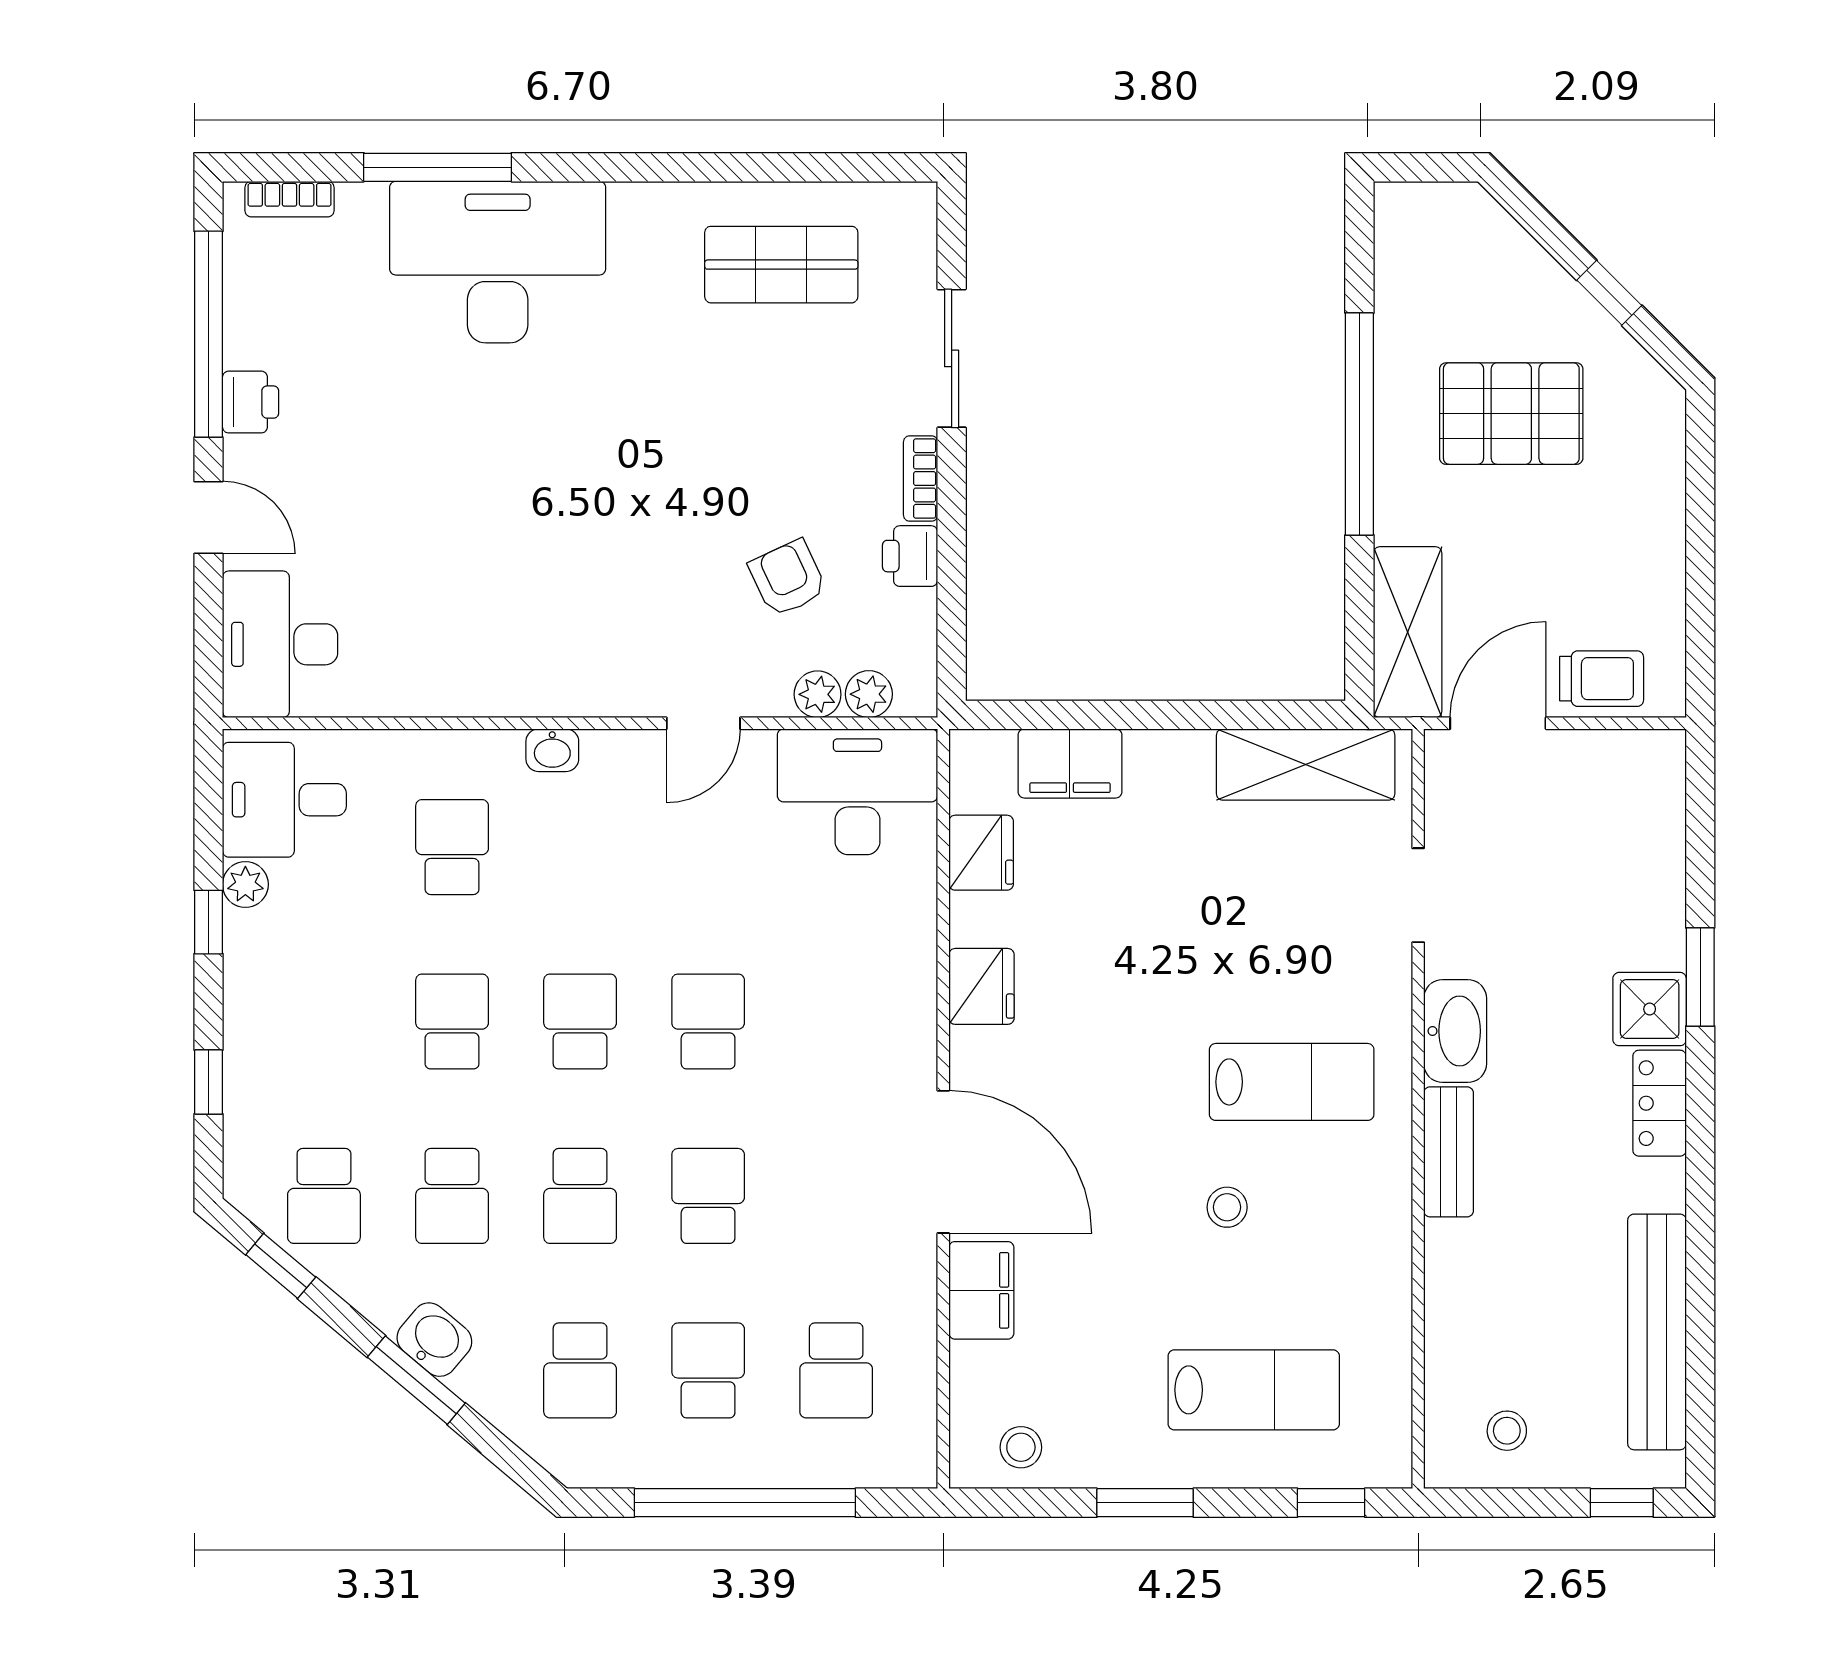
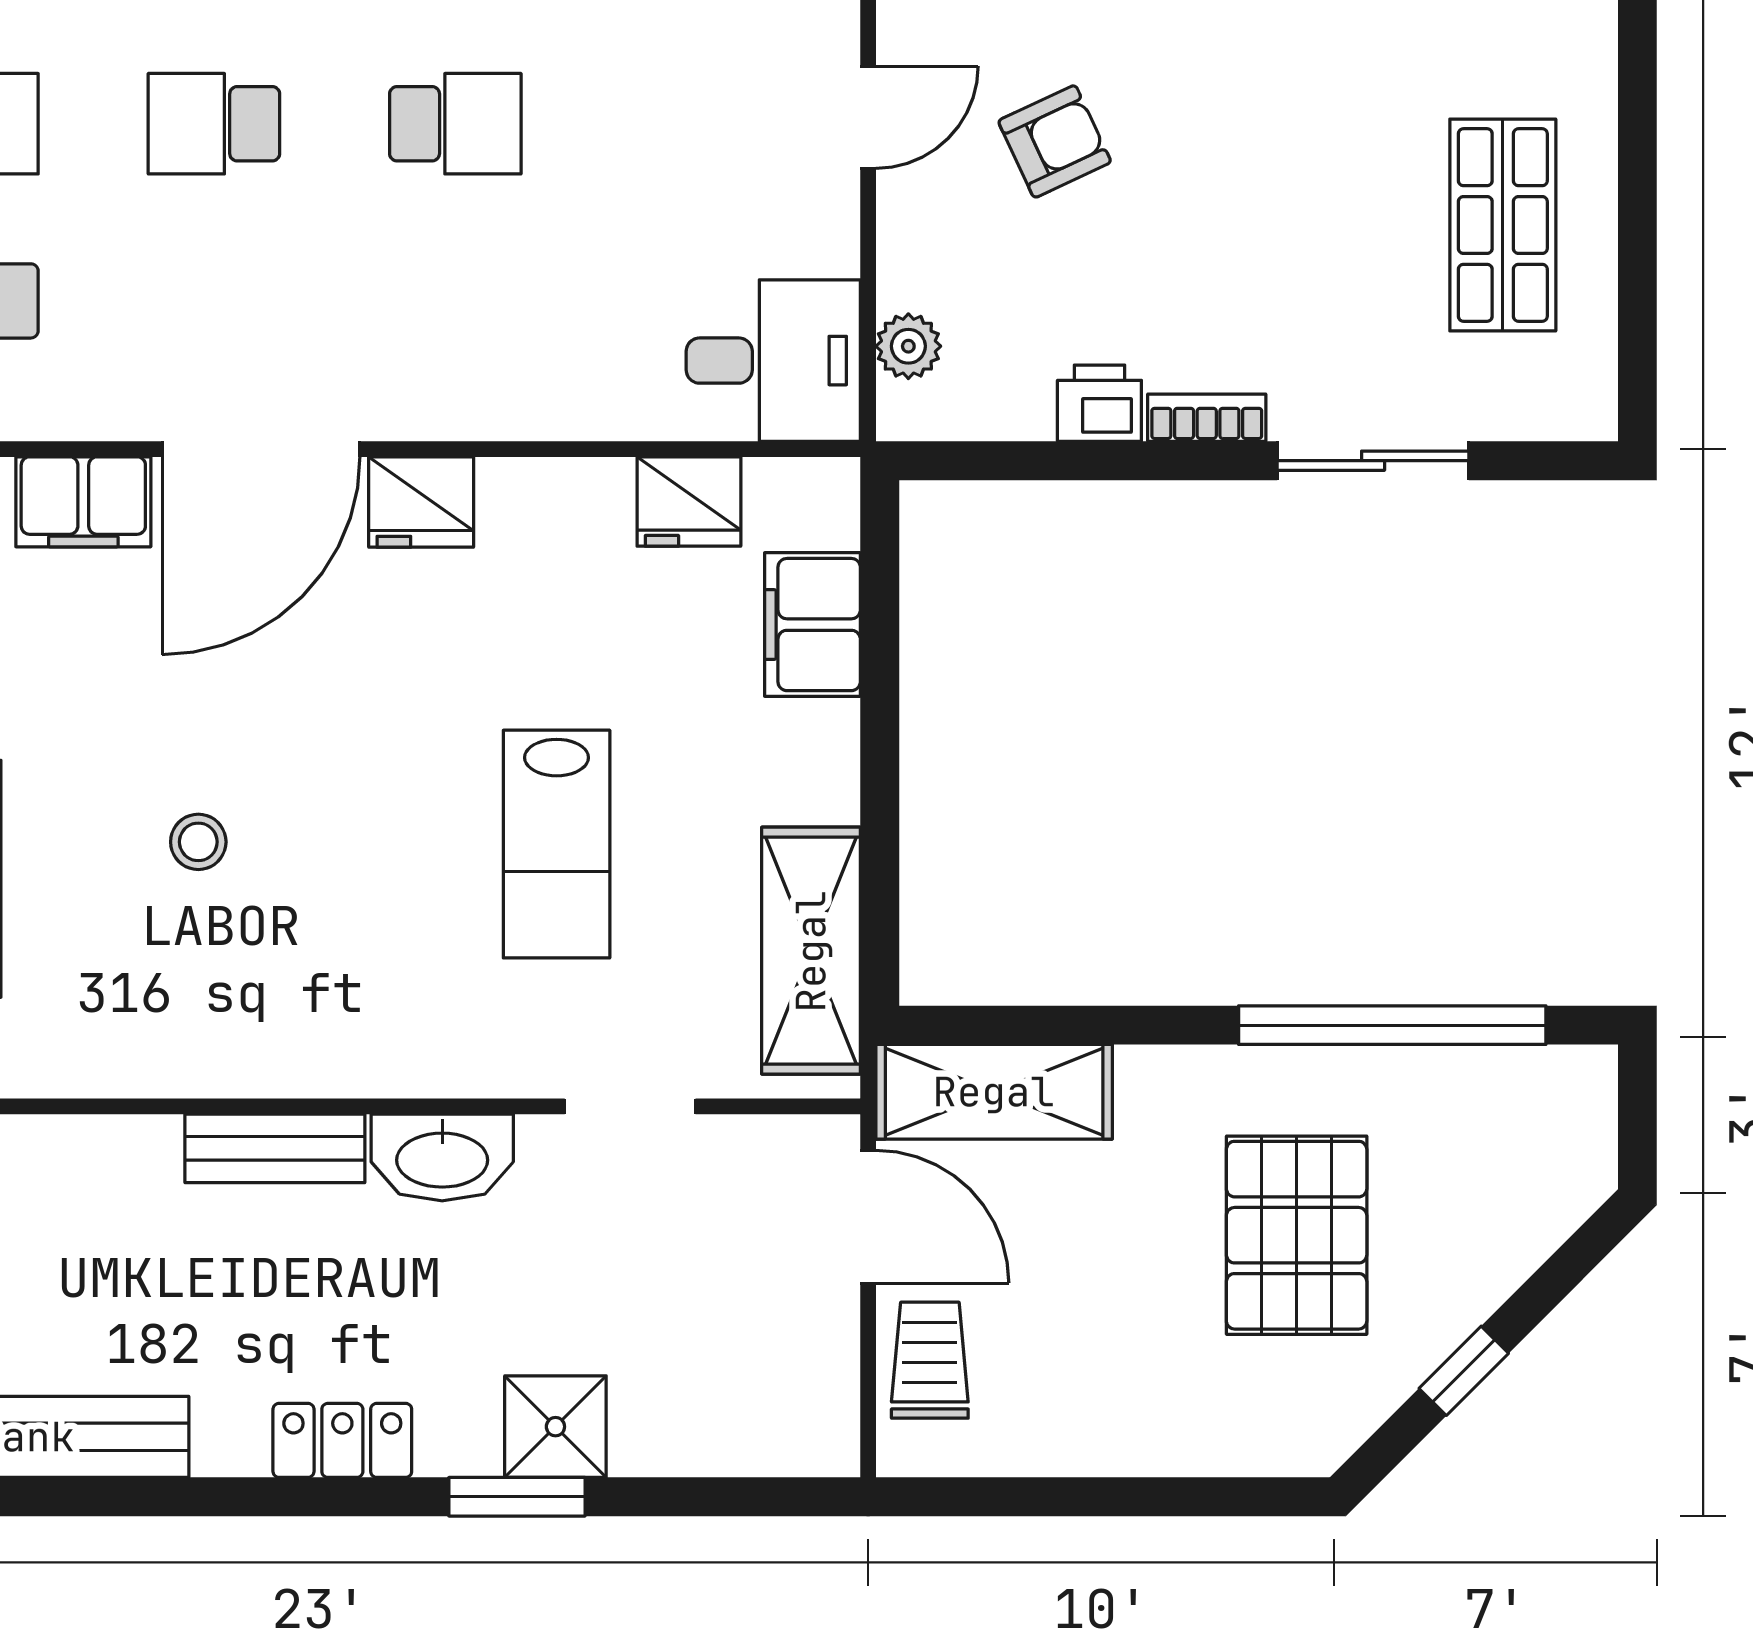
window: (1359, 424) -> (1392, 1025), moved
armchair: (788, 578) -> (1055, 141), moved
trolley: (1602, 679) -> (930, 1360), turned 180
plant: (818, 694) -> (908, 275), removed
door: (703, 723) -> (868, 117), swing flipped
desk: (857, 792) -> (773, 361), width x0.73
fridge: (981, 986) -> (421, 502), moved
shower: (1650, 1009) -> (555, 1427), moved
lab bench: (1292, 1082) -> (557, 844), moved
school desk: (708, 1196) -> (214, 124), turned 180

